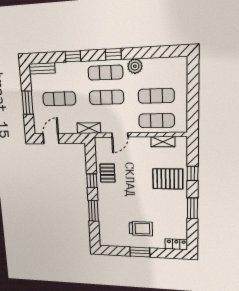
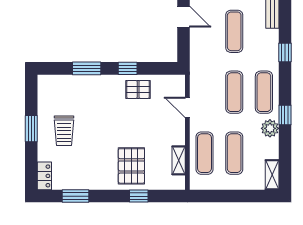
window: (113, 54) -> (285, 115), moved
shelving: (89, 128) -> (272, 175), moved
window: (192, 208) -> (75, 196), moved

